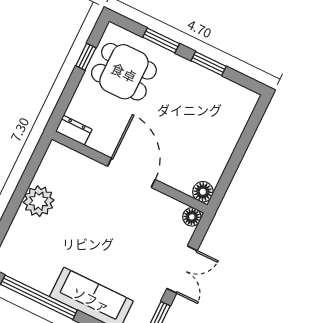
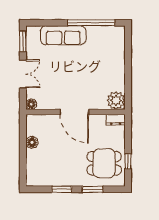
floor lamp: (203, 192) -> (32, 142), moved
plant: (39, 201) -> (116, 100), moved
double door: (182, 270) -> (23, 74), swing flipped

